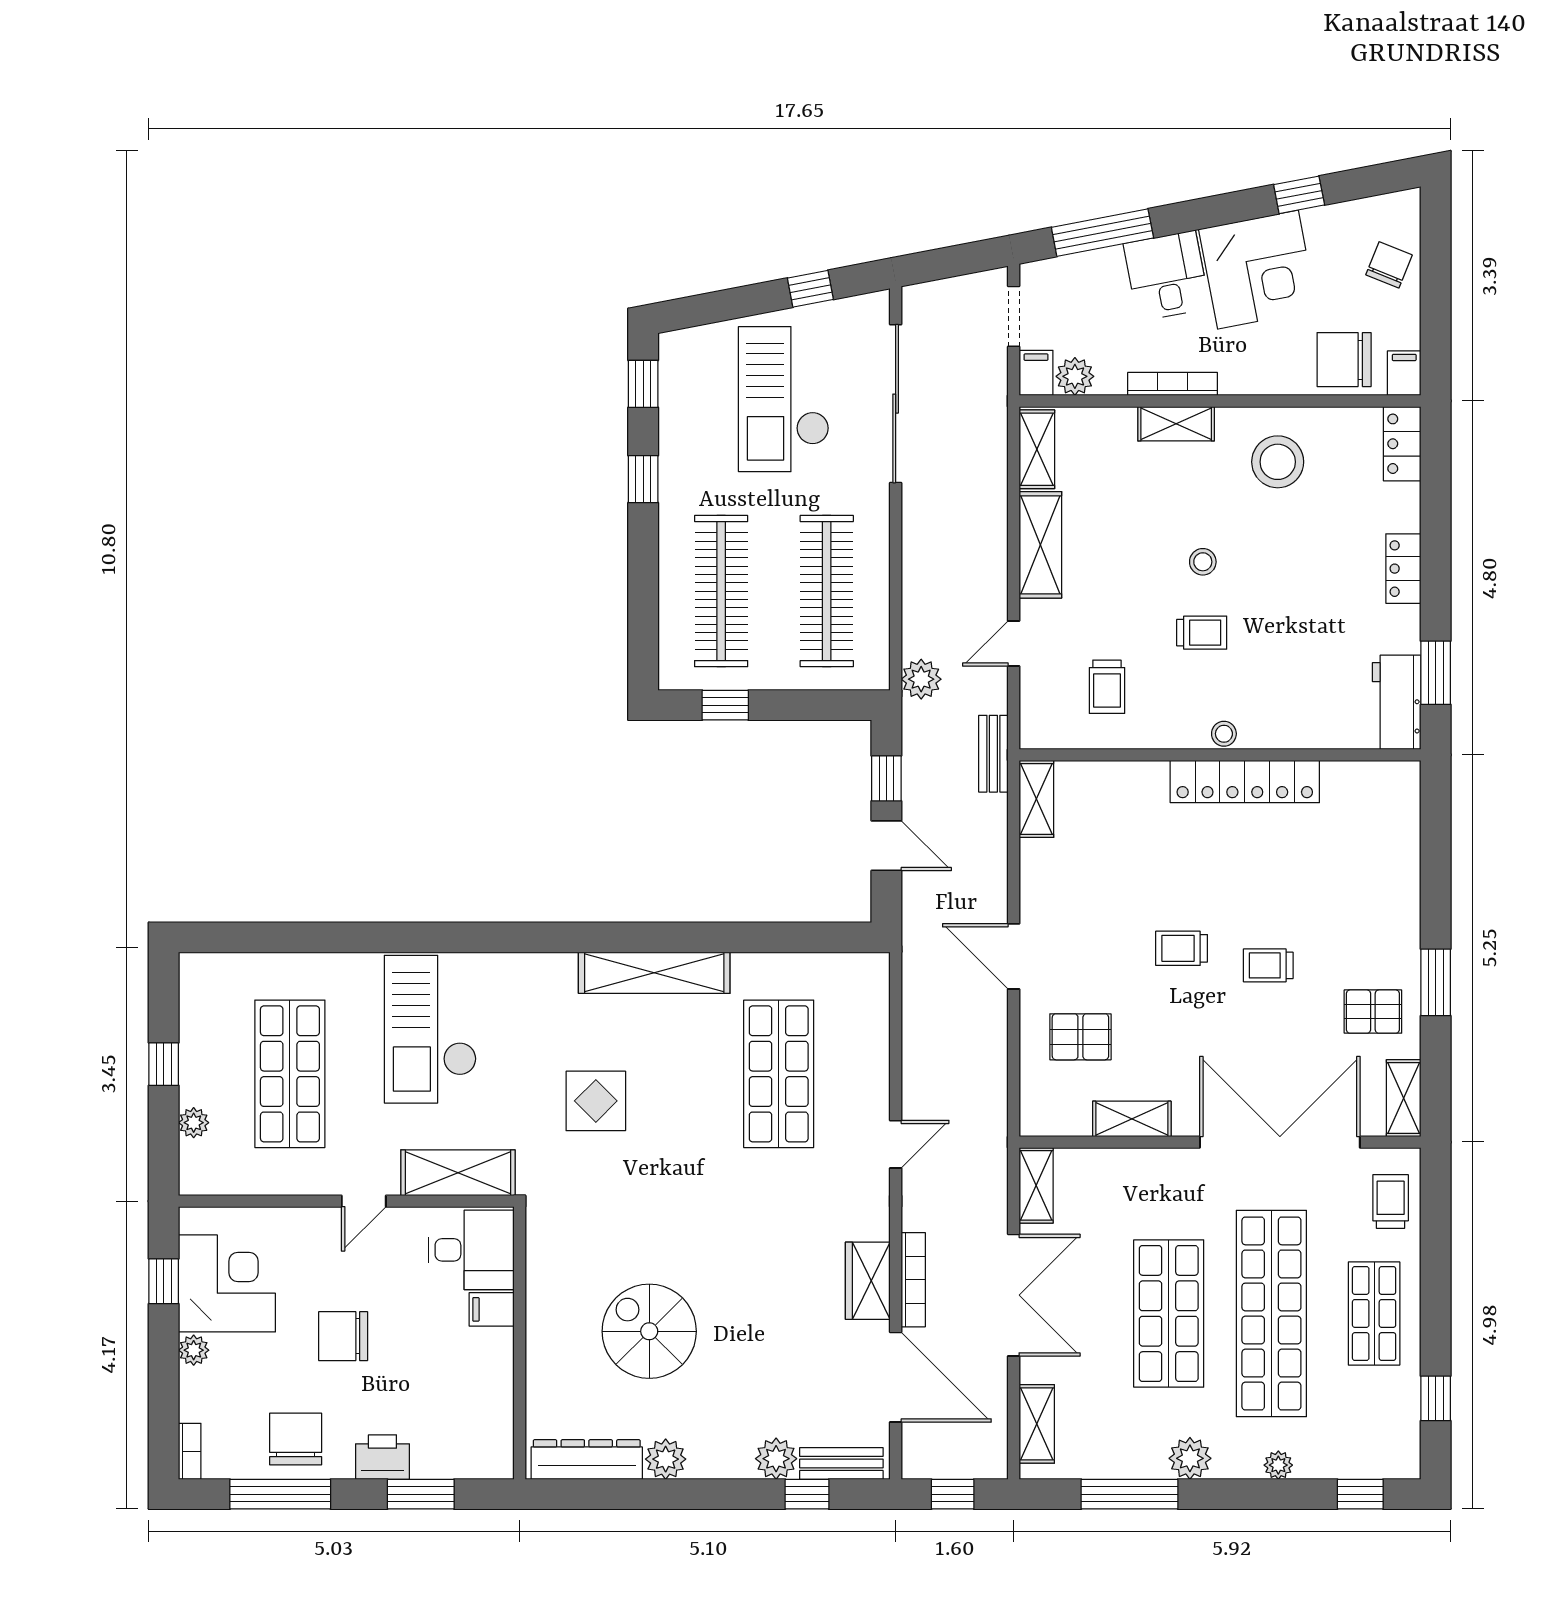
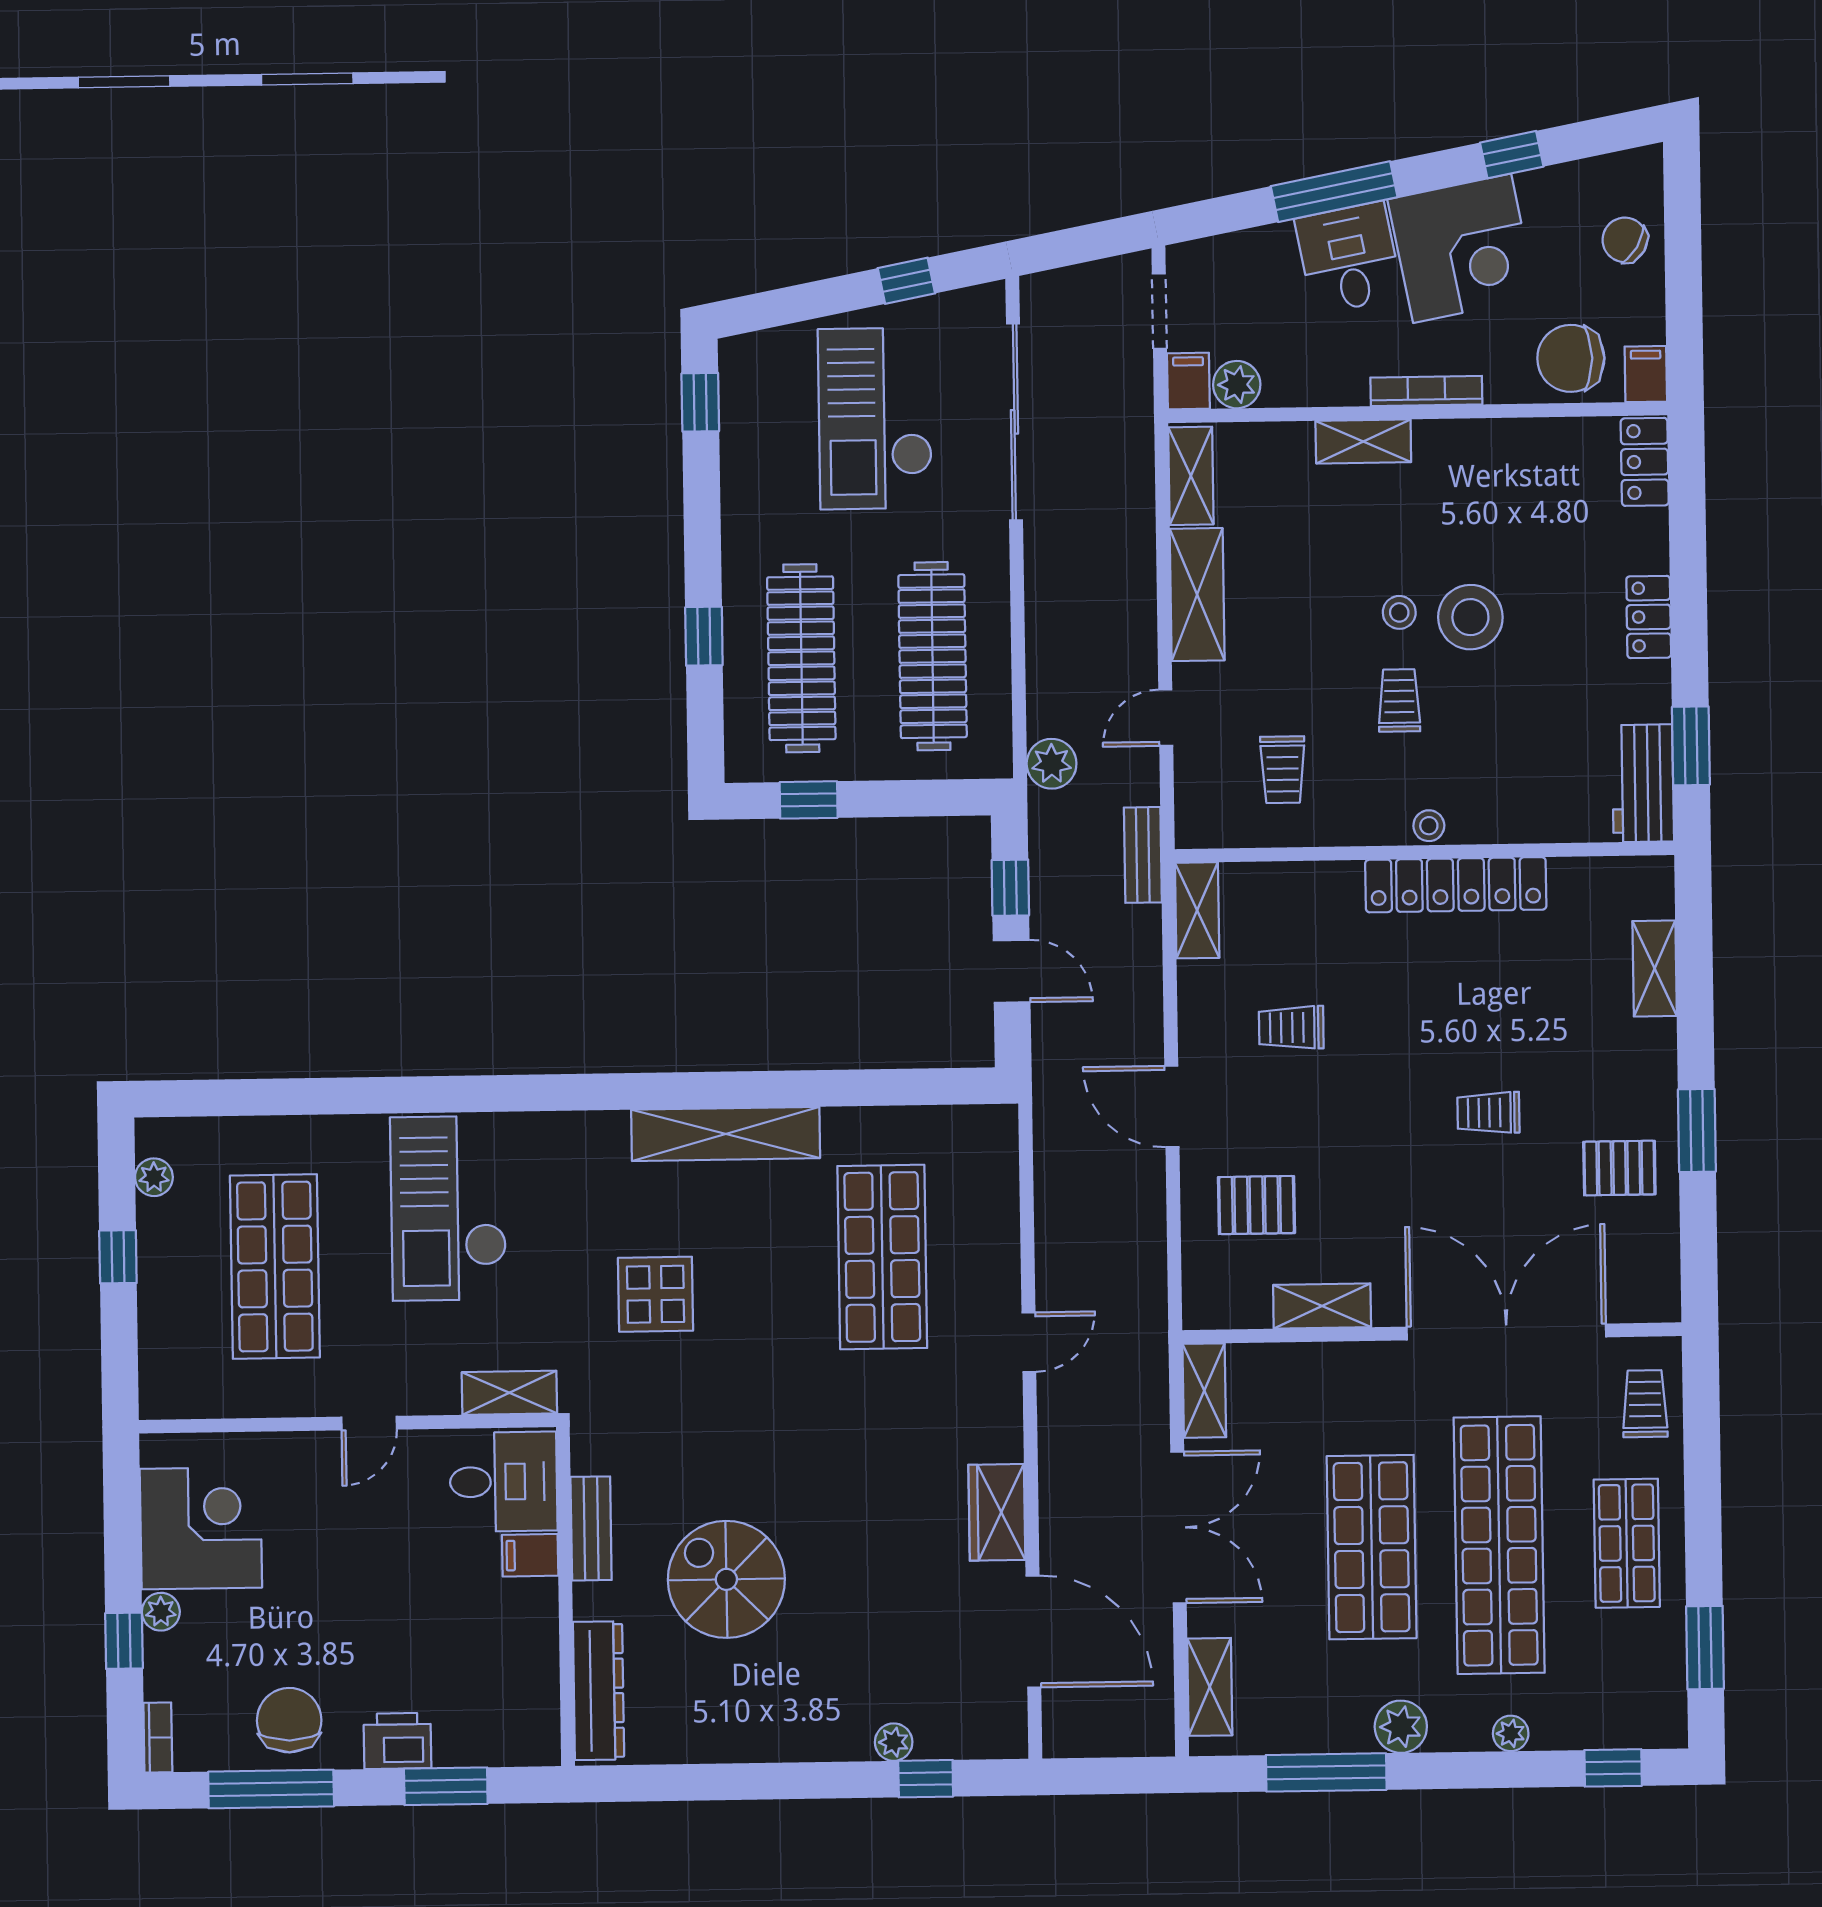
window: (1102, 233) -> (1334, 192), moved
chair: (1389, 265) -> (1625, 240), turned -81
bookcase: (1173, 384) -> (1426, 391), moved
stool: (1278, 462) -> (1470, 617), moved
window: (643, 479) -> (704, 636), moved
trolley: (1202, 633) -> (1399, 700), turned -90
trolley: (1182, 948) -> (1291, 1028), moved
shelving: (1404, 1098) -> (1655, 968), moved
plant: (194, 1123) -> (154, 1177), moved
shelving: (458, 1173) -> (509, 1393), width x0.67, depth x0.75
bookcase: (913, 1280) -> (1053, 1510), removed
window: (164, 1281) -> (124, 1641), moved
chair: (343, 1336) -> (346, 1591), removed
window: (1436, 1398) -> (1705, 1648), width x1.50
plant: (666, 1459) -> (749, 1738), removed
plant: (776, 1459) -> (894, 1742), width x0.73, depth x0.73
dresser: (587, 1460) -> (599, 1691), moved, turned 90
bench: (841, 1463) -> (591, 1528), moved, turned 90
window: (953, 1494) -> (1107, 1776), removed

